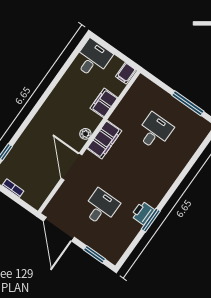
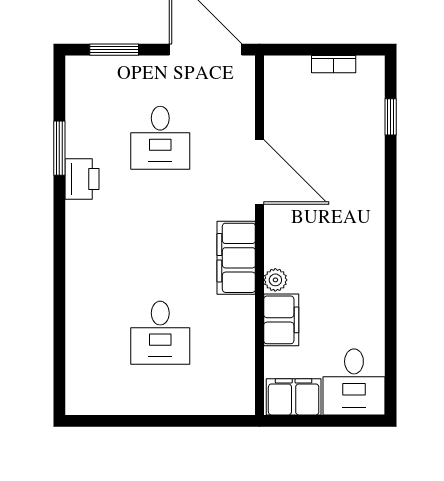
filing cabinet: (126, 73) -> (294, 397), width x2.00
window: (188, 103) -> (138, 421), removed
plant: (85, 134) -> (275, 280), moved
window: (151, 220) -> (59, 148), moved

